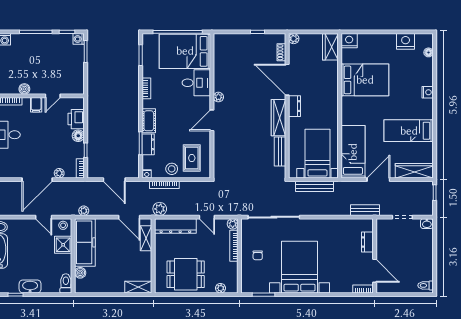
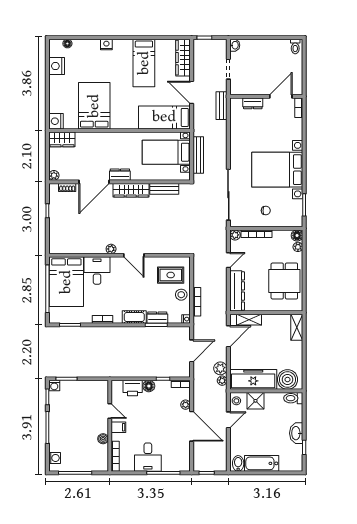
plant: (160, 209) -> (220, 368), moved
boiler: (80, 273) -> (288, 380), width x1.86, depth x1.86
floor lamp: (232, 287) -> (297, 235), added

